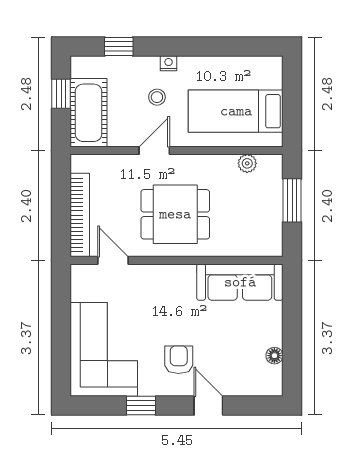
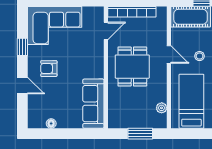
armchair: (179, 360) -> (49, 69), turned 180
door: (208, 406) -> (22, 86), hinge flipped

